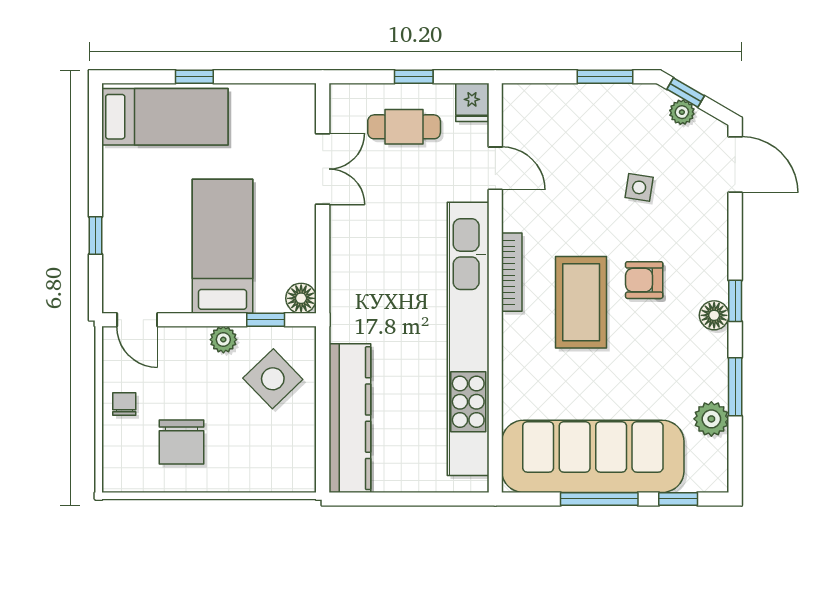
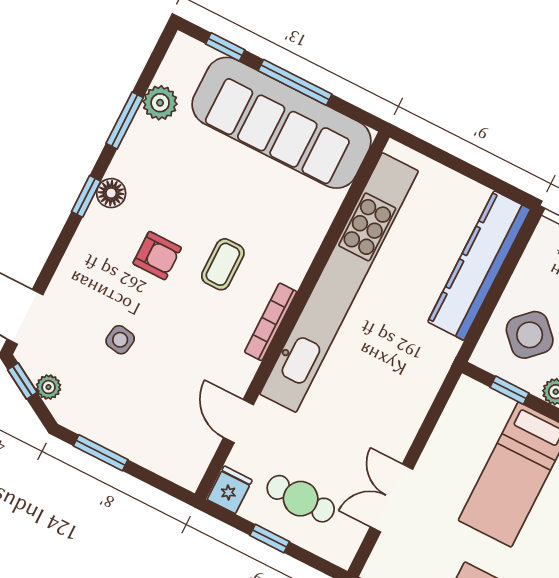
window: (686, 93) -> (22, 381), moved
floor lamp: (301, 298) -> (469, 393), removed
coffee table: (581, 302) -> (223, 264), width x0.54, depth x0.58

